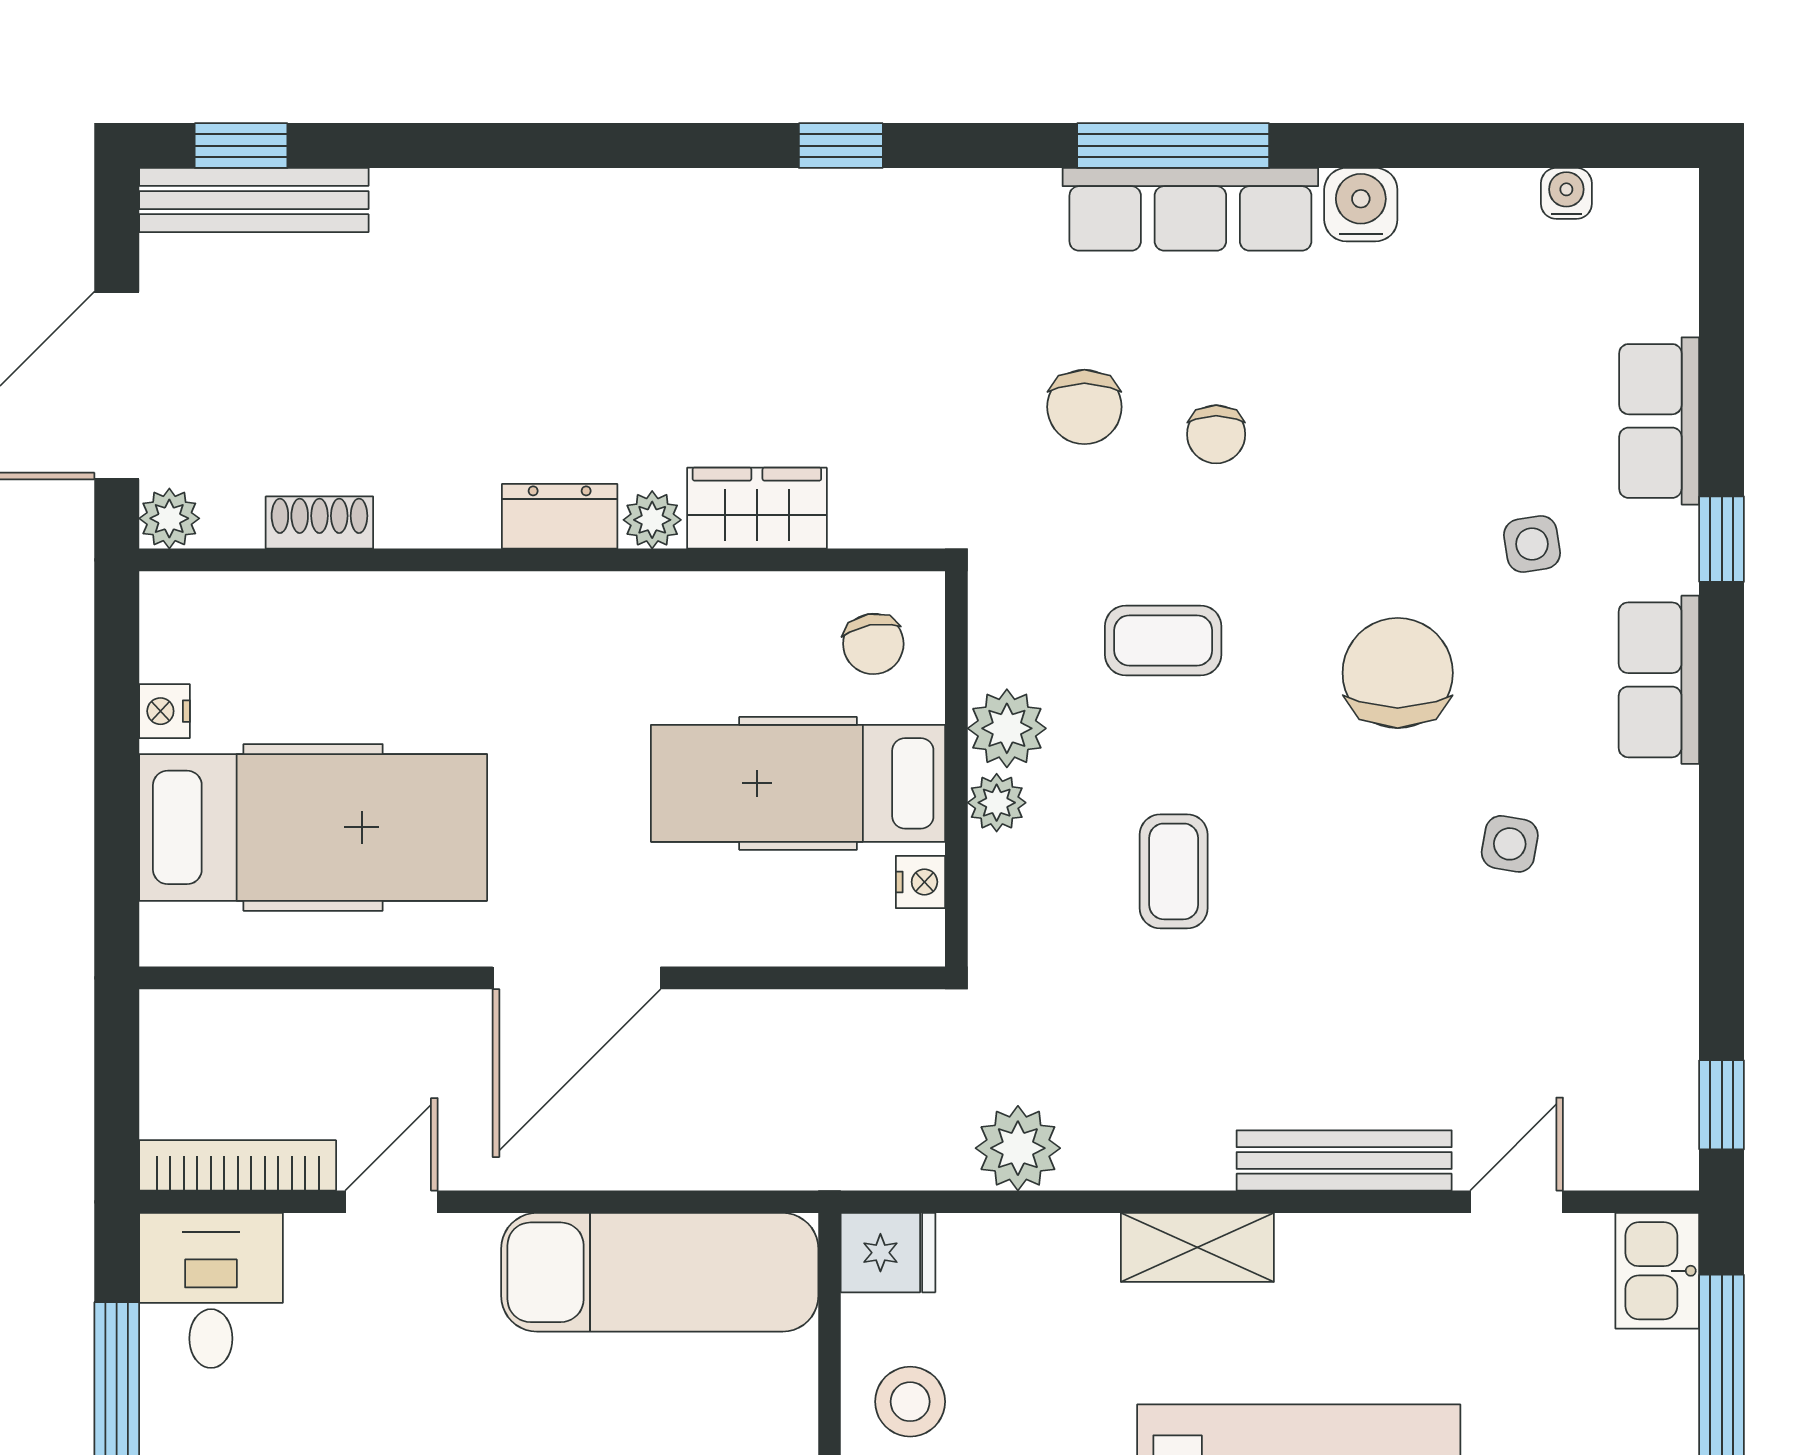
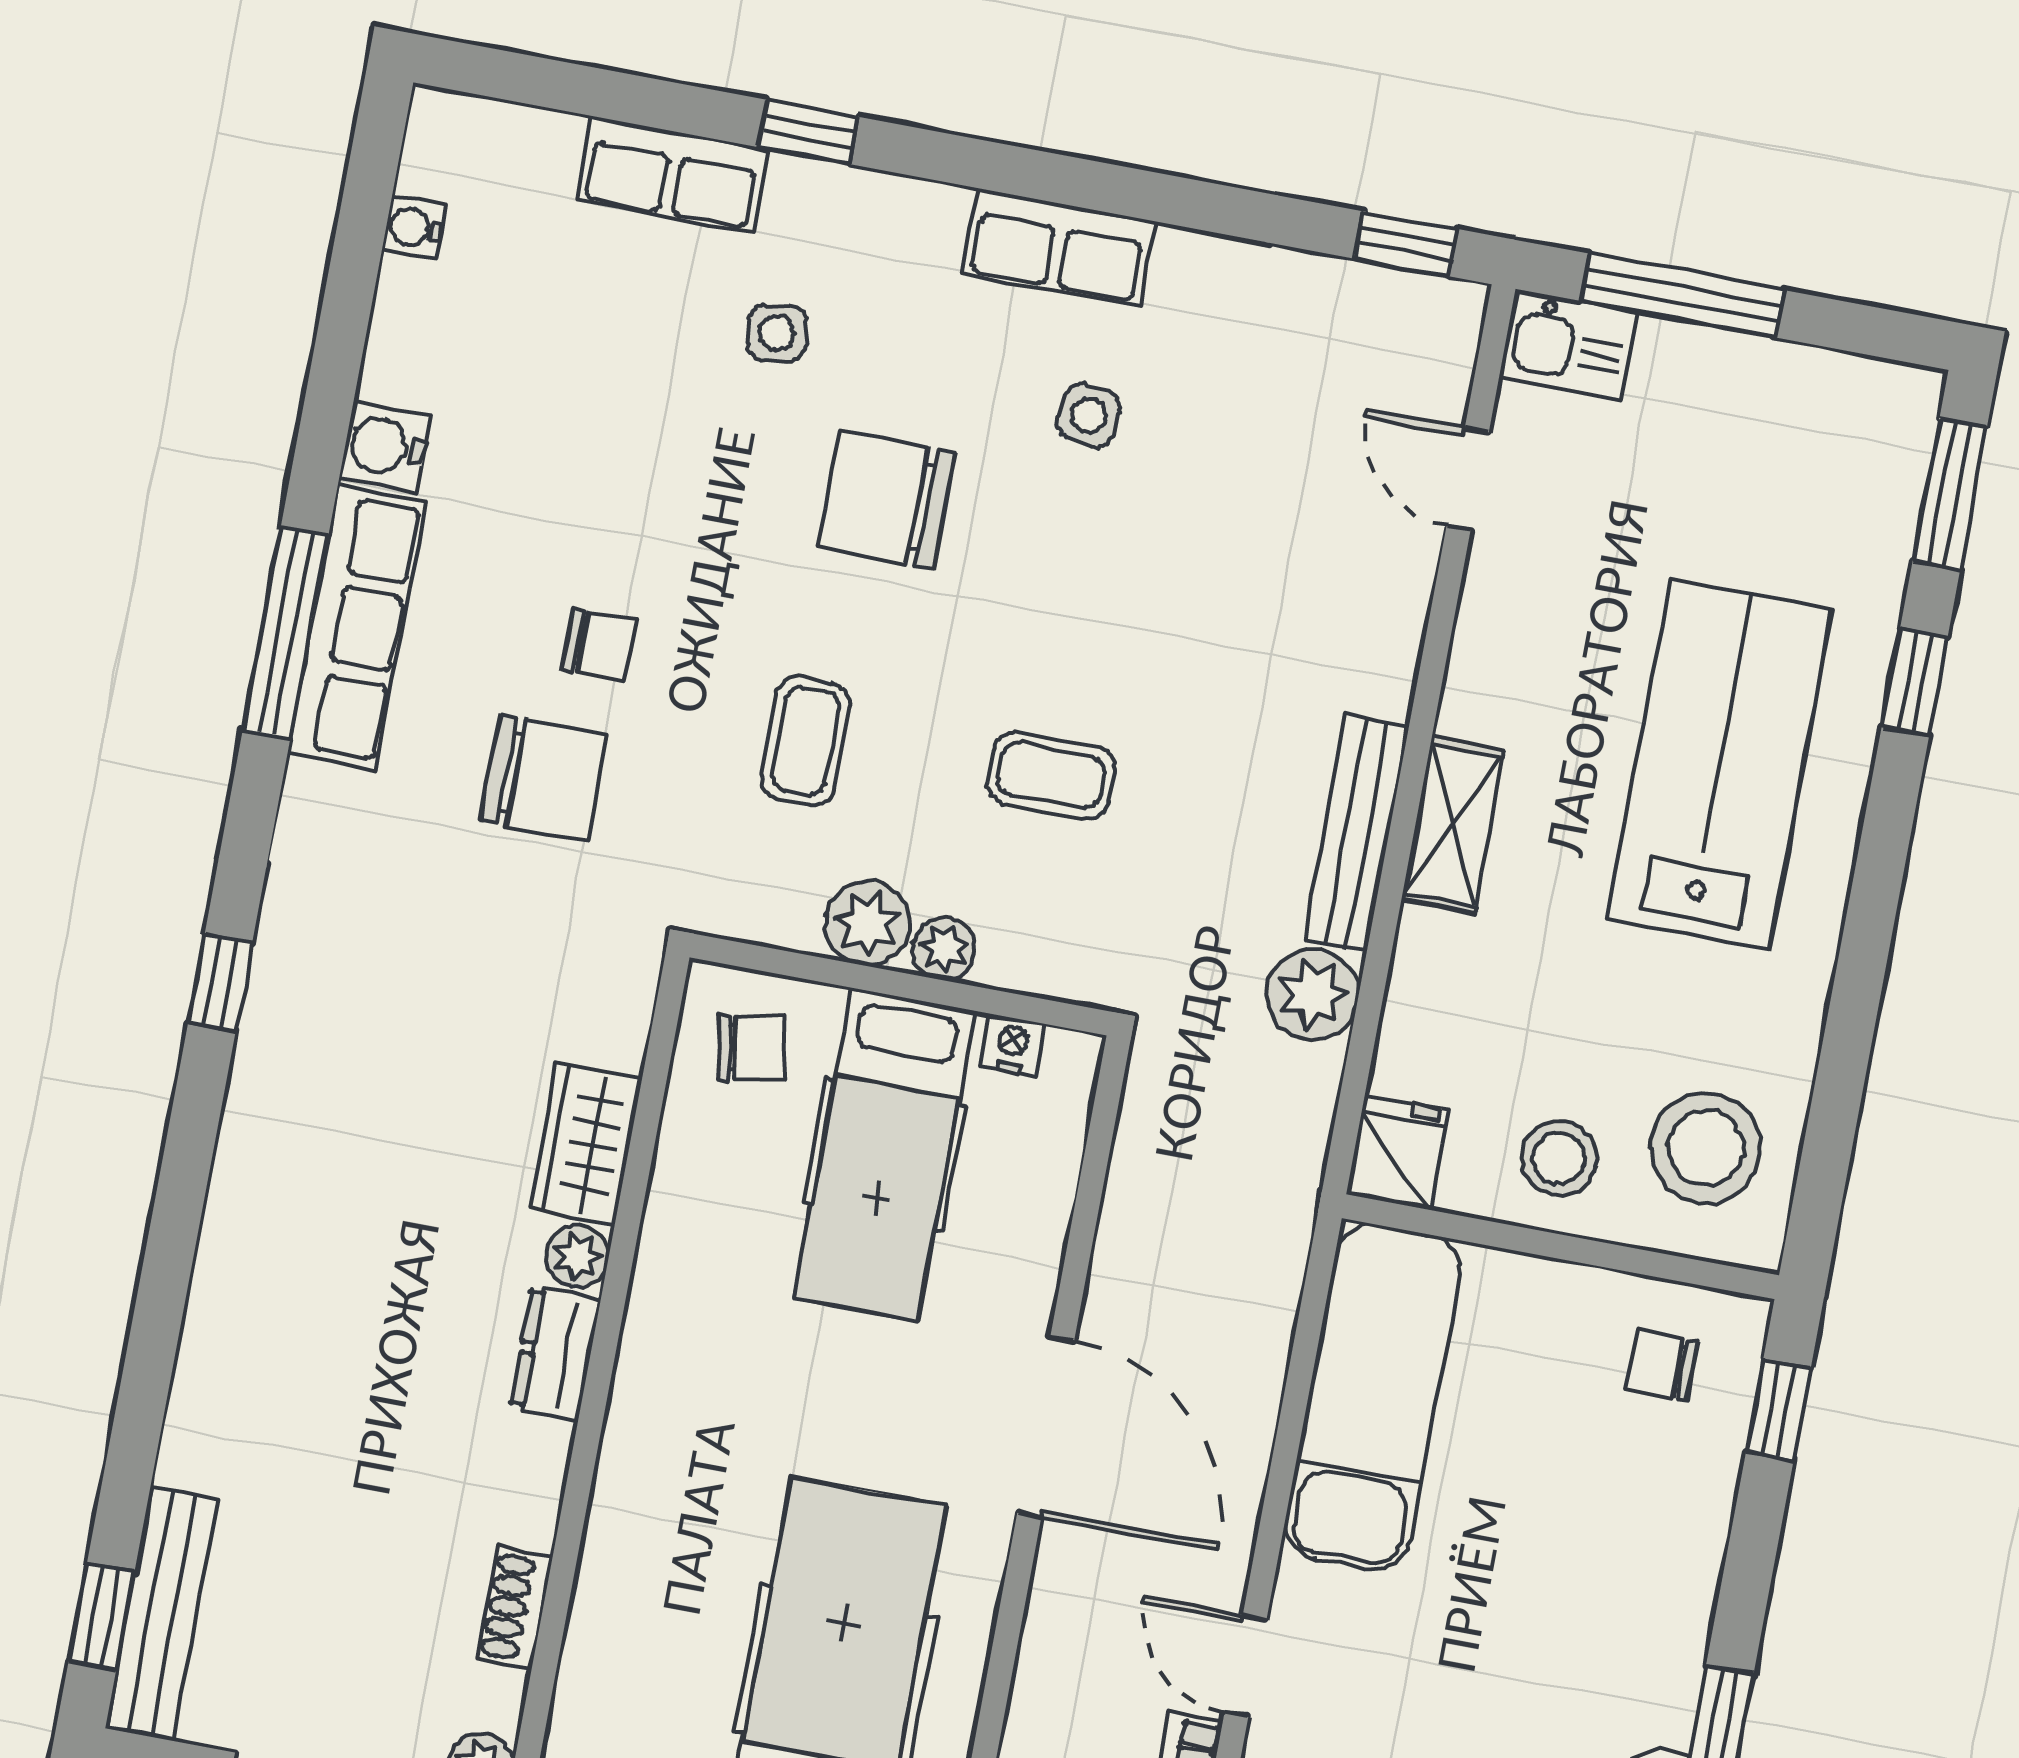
chair: (1084, 407) -> (544, 778), width x1.37, depth x1.37
row of seats: (1659, 680) -> (1059, 247), moved
bench: (1344, 1160) -> (1356, 833), moved

